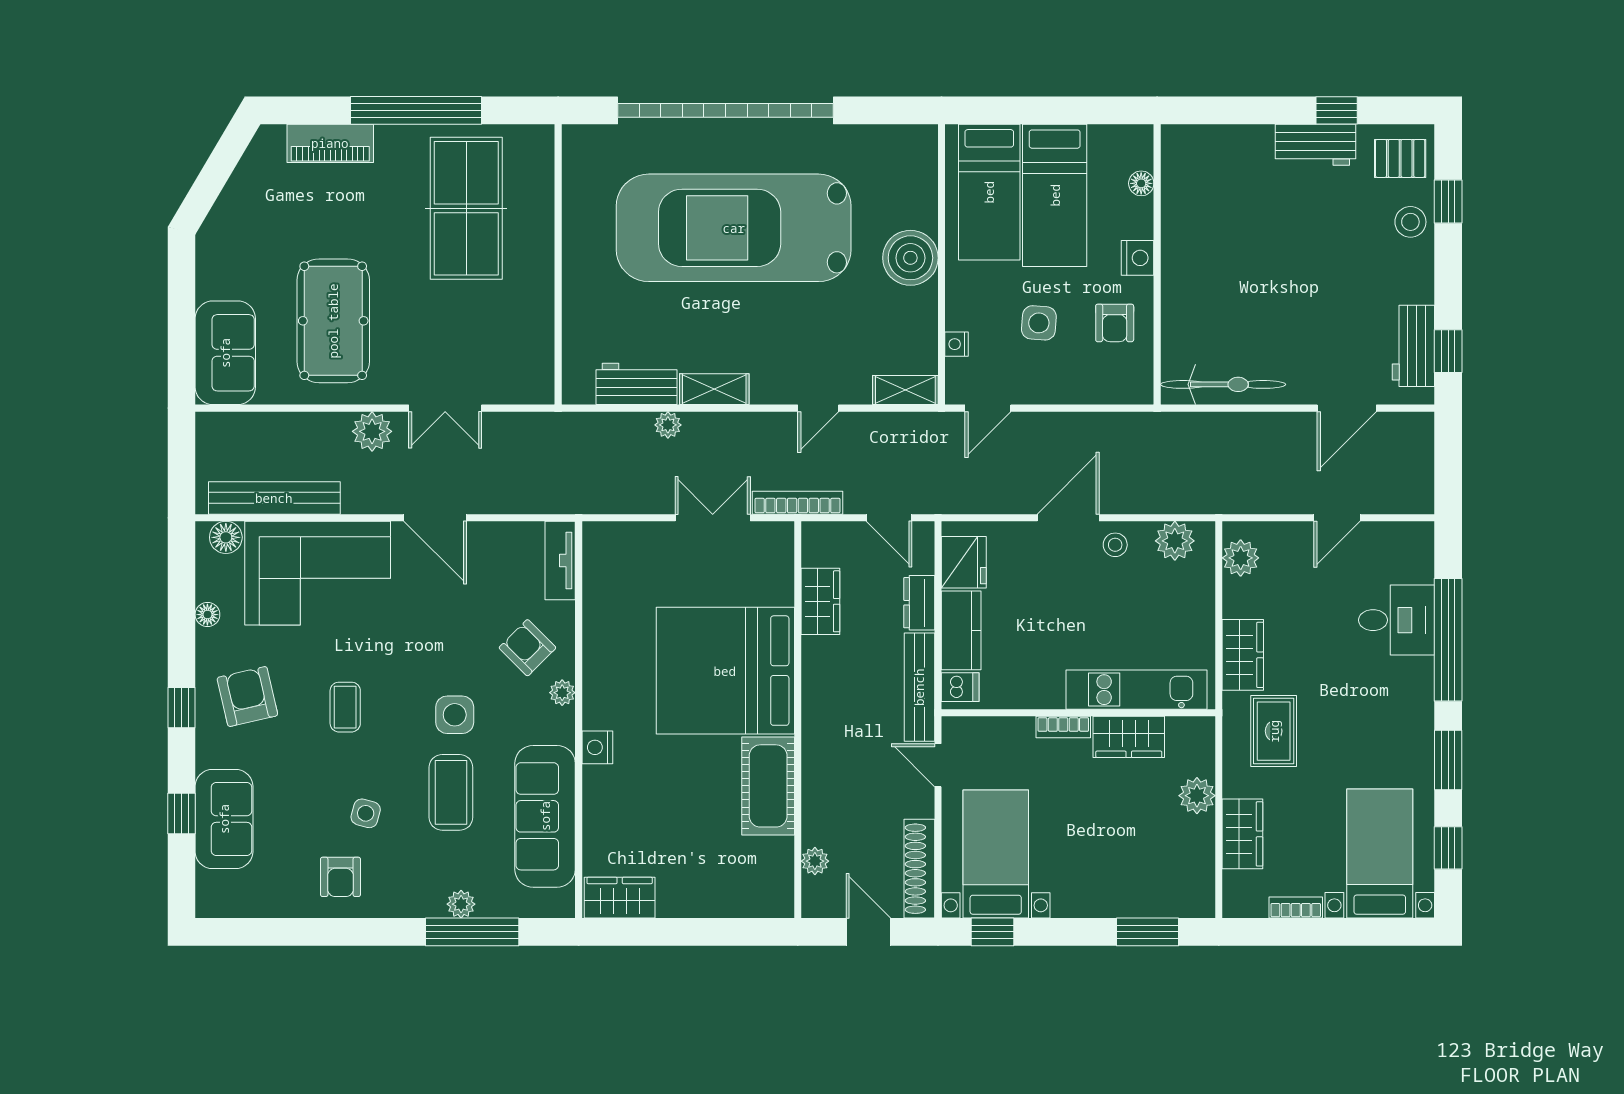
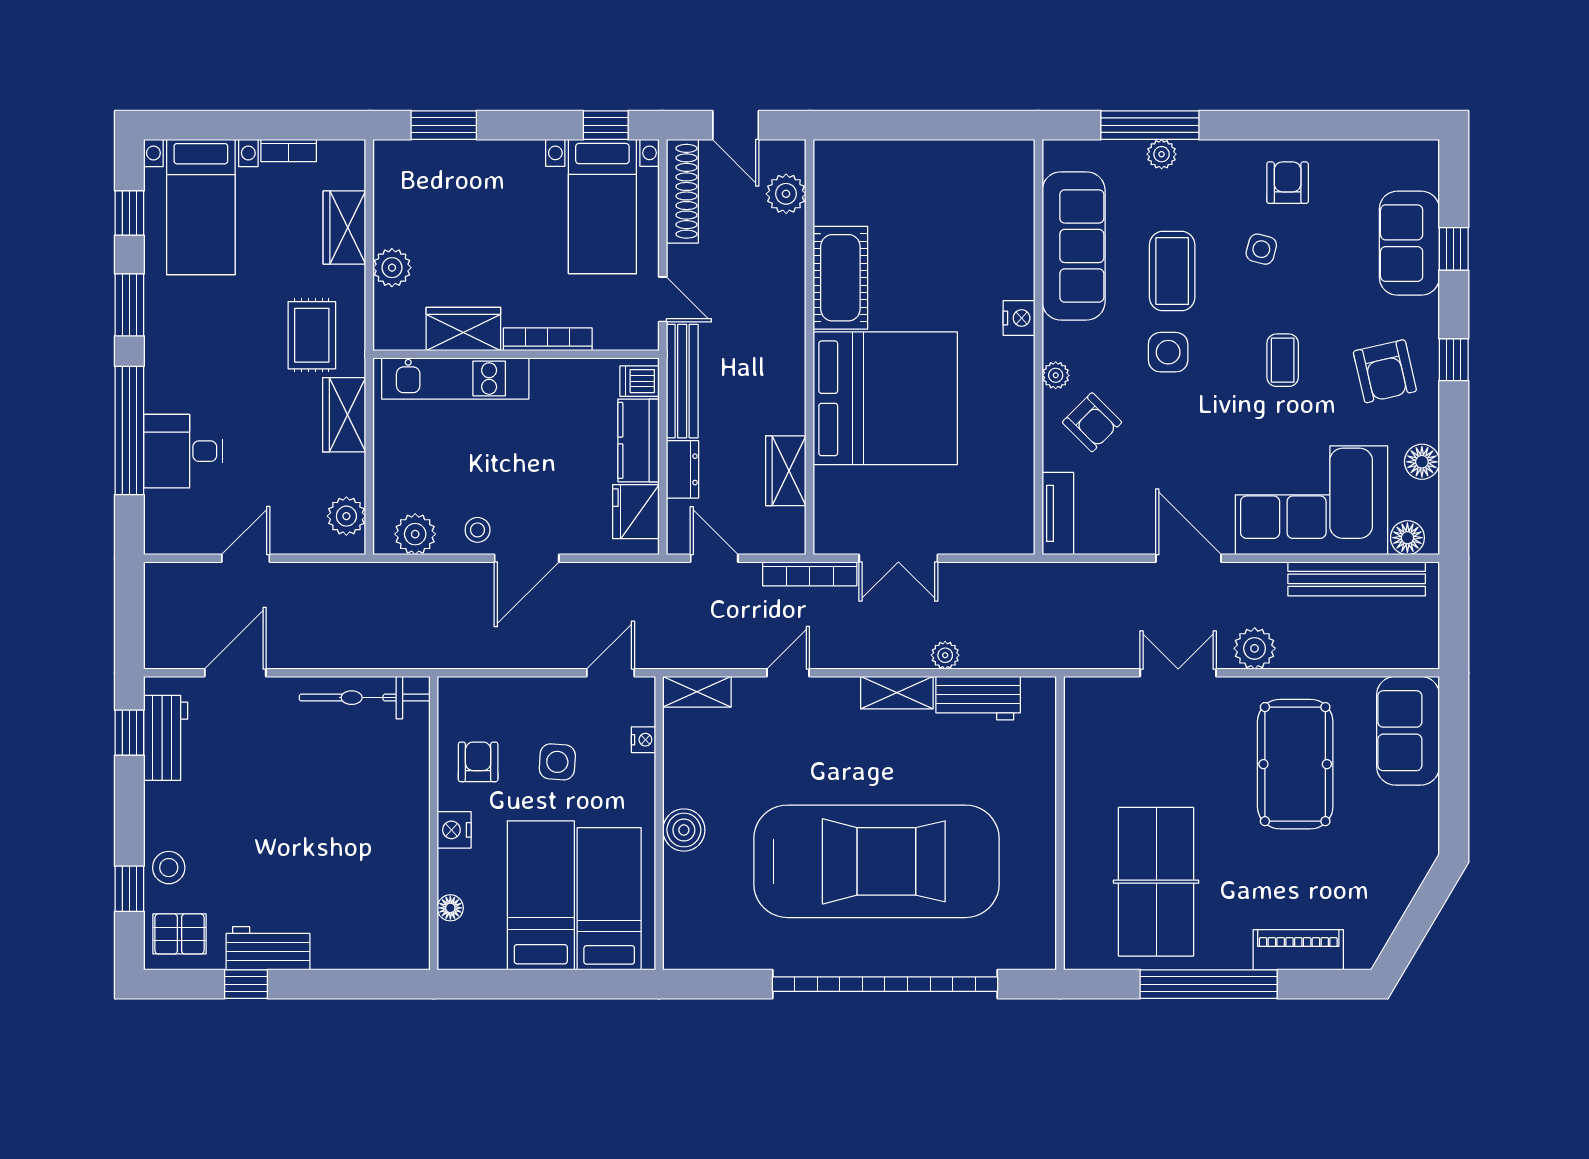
boiler: (910, 258) -> (684, 830), width x0.73, depth x0.73
floor lamp: (207, 615) -> (1422, 462), width x1.37, depth x1.37
bookcase: (1063, 727) -> (548, 339), width x1.56
plant: (815, 861) -> (786, 194), width x1.38, depth x1.38
wardrobe: (620, 898) -> (996, 161), removed

